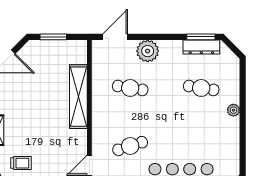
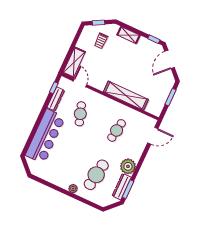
door: (115, 37) -> (153, 136), hinge flipped
plant: (148, 51) -> (128, 166), moved
cafe table: (201, 88) -> (96, 175), width x1.37, depth x1.35

